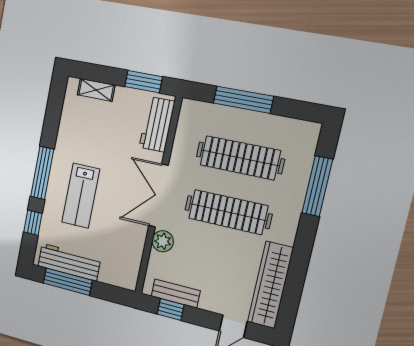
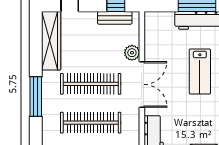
window: (317, 186) -> (36, 96), moved
lab bench: (81, 196) -> (200, 71), turned 180

